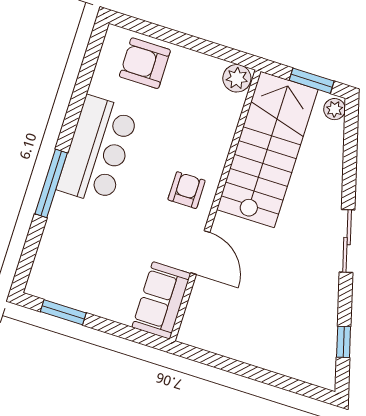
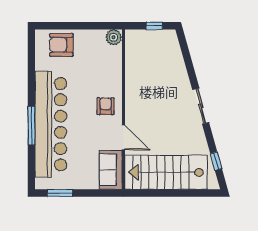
window: (312, 81) -> (154, 26), width x0.67
plant: (335, 109) -> (171, 37), removed
bar counter: (98, 150) -> (51, 124), width x1.86
stairs: (267, 150) -> (166, 172), moved, turned -90

